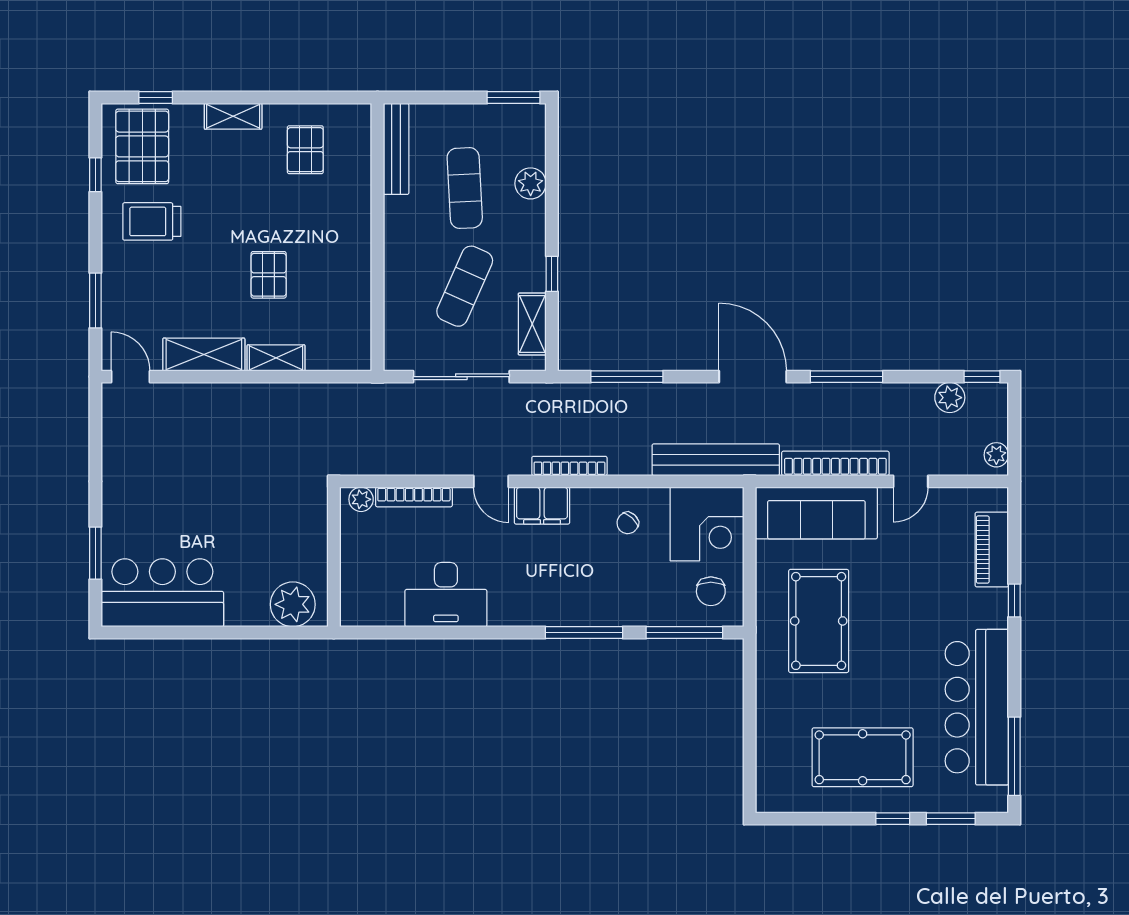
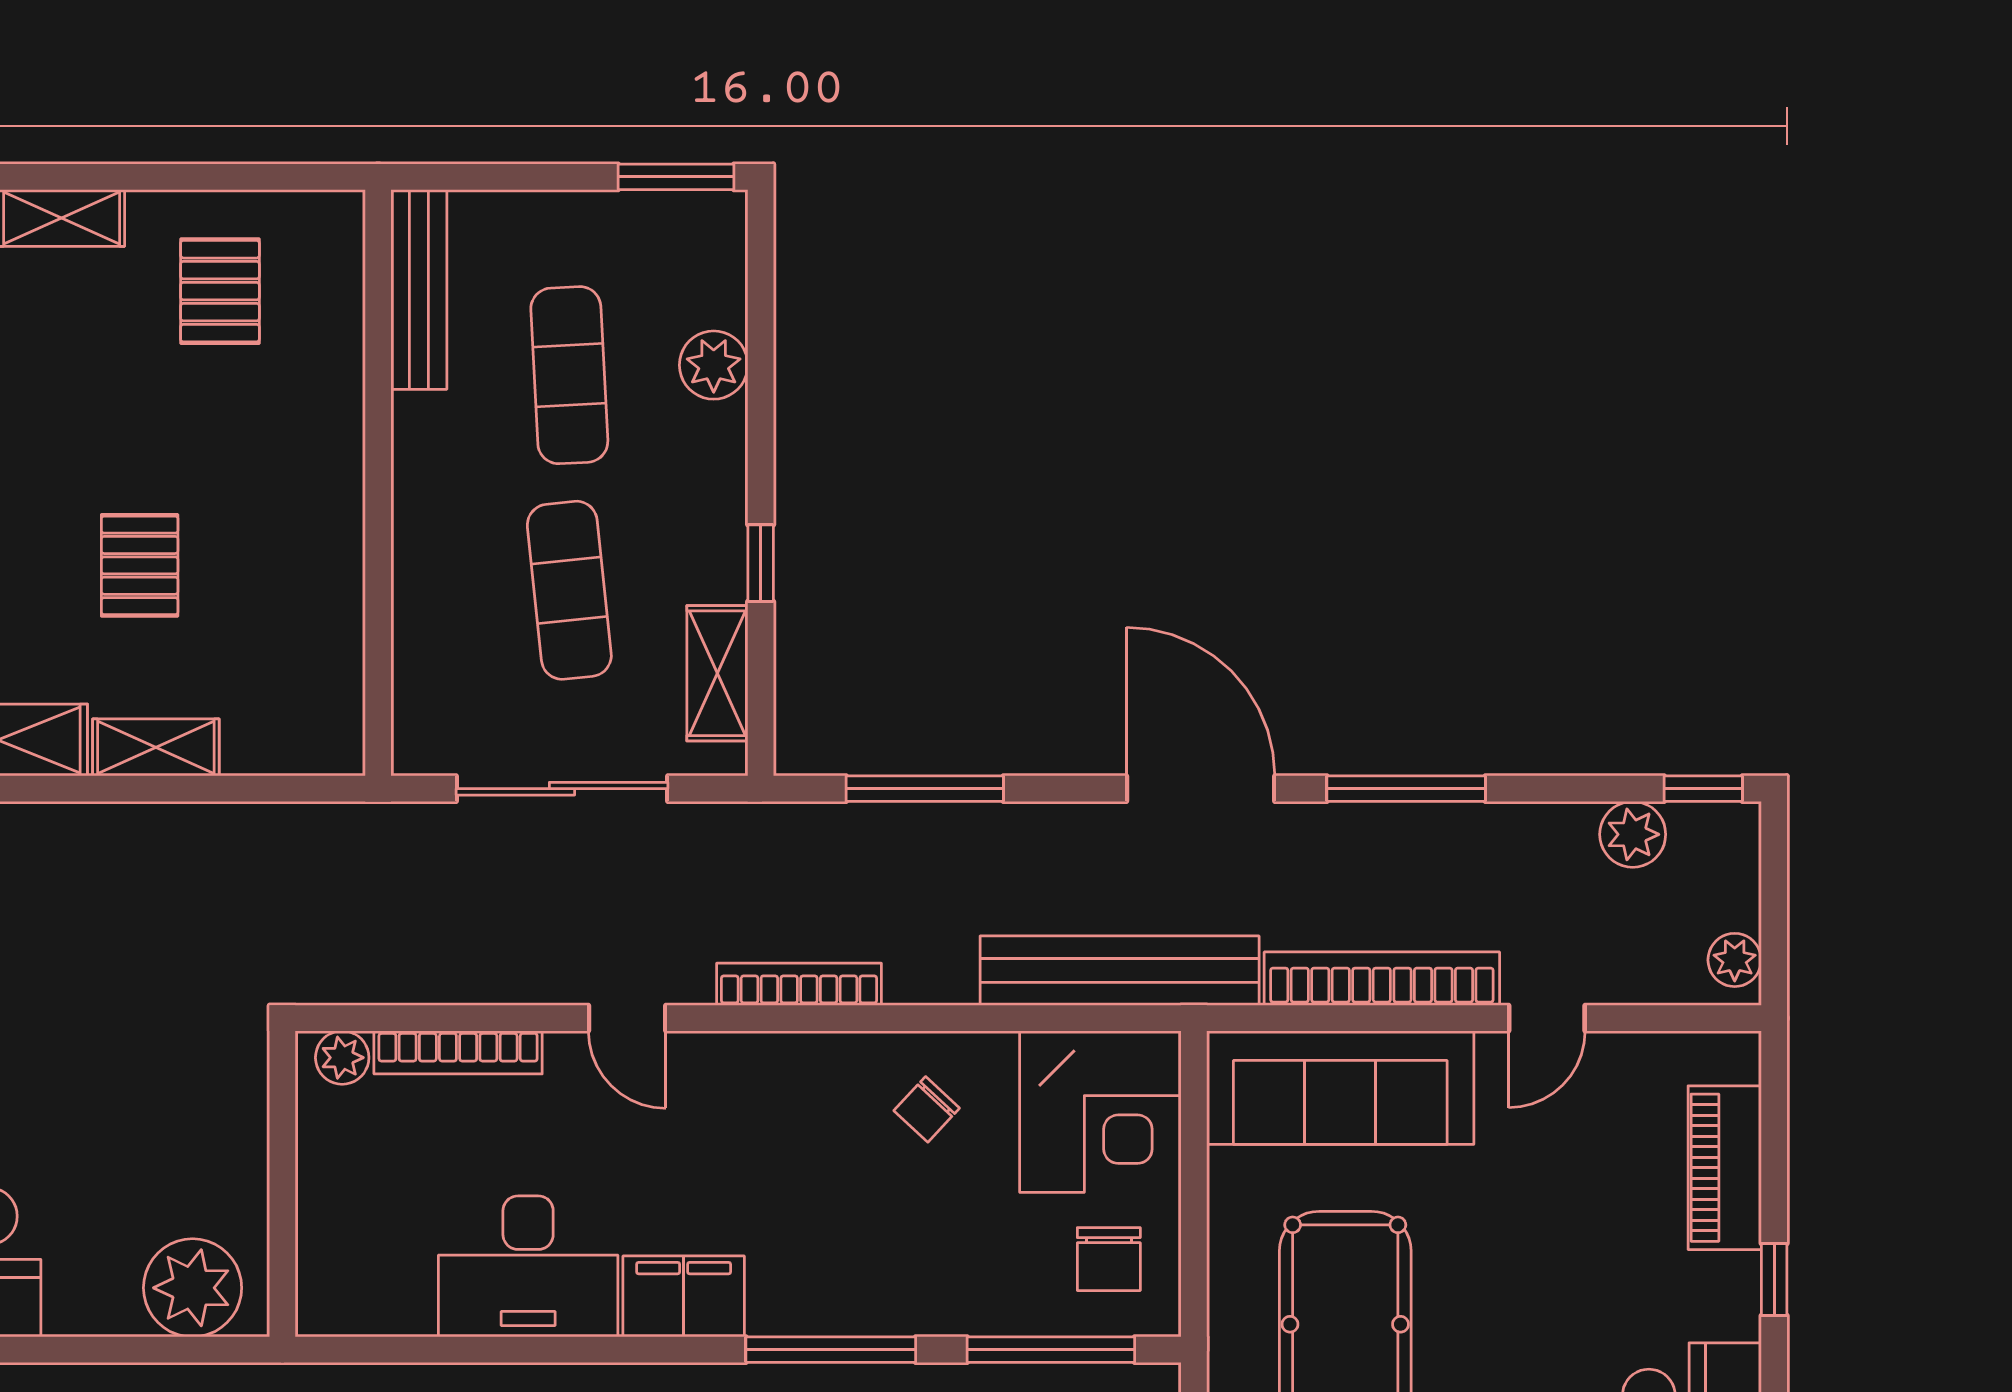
exercise mat: (465, 286) -> (569, 590), turned -30
filing cabinet: (542, 506) -> (684, 1296), moved, turned 180

